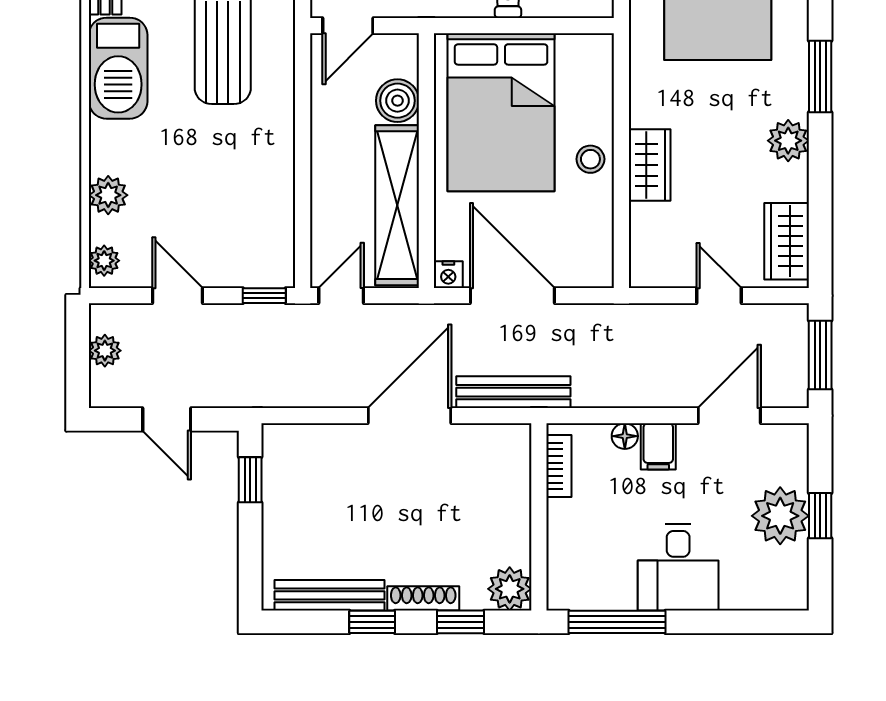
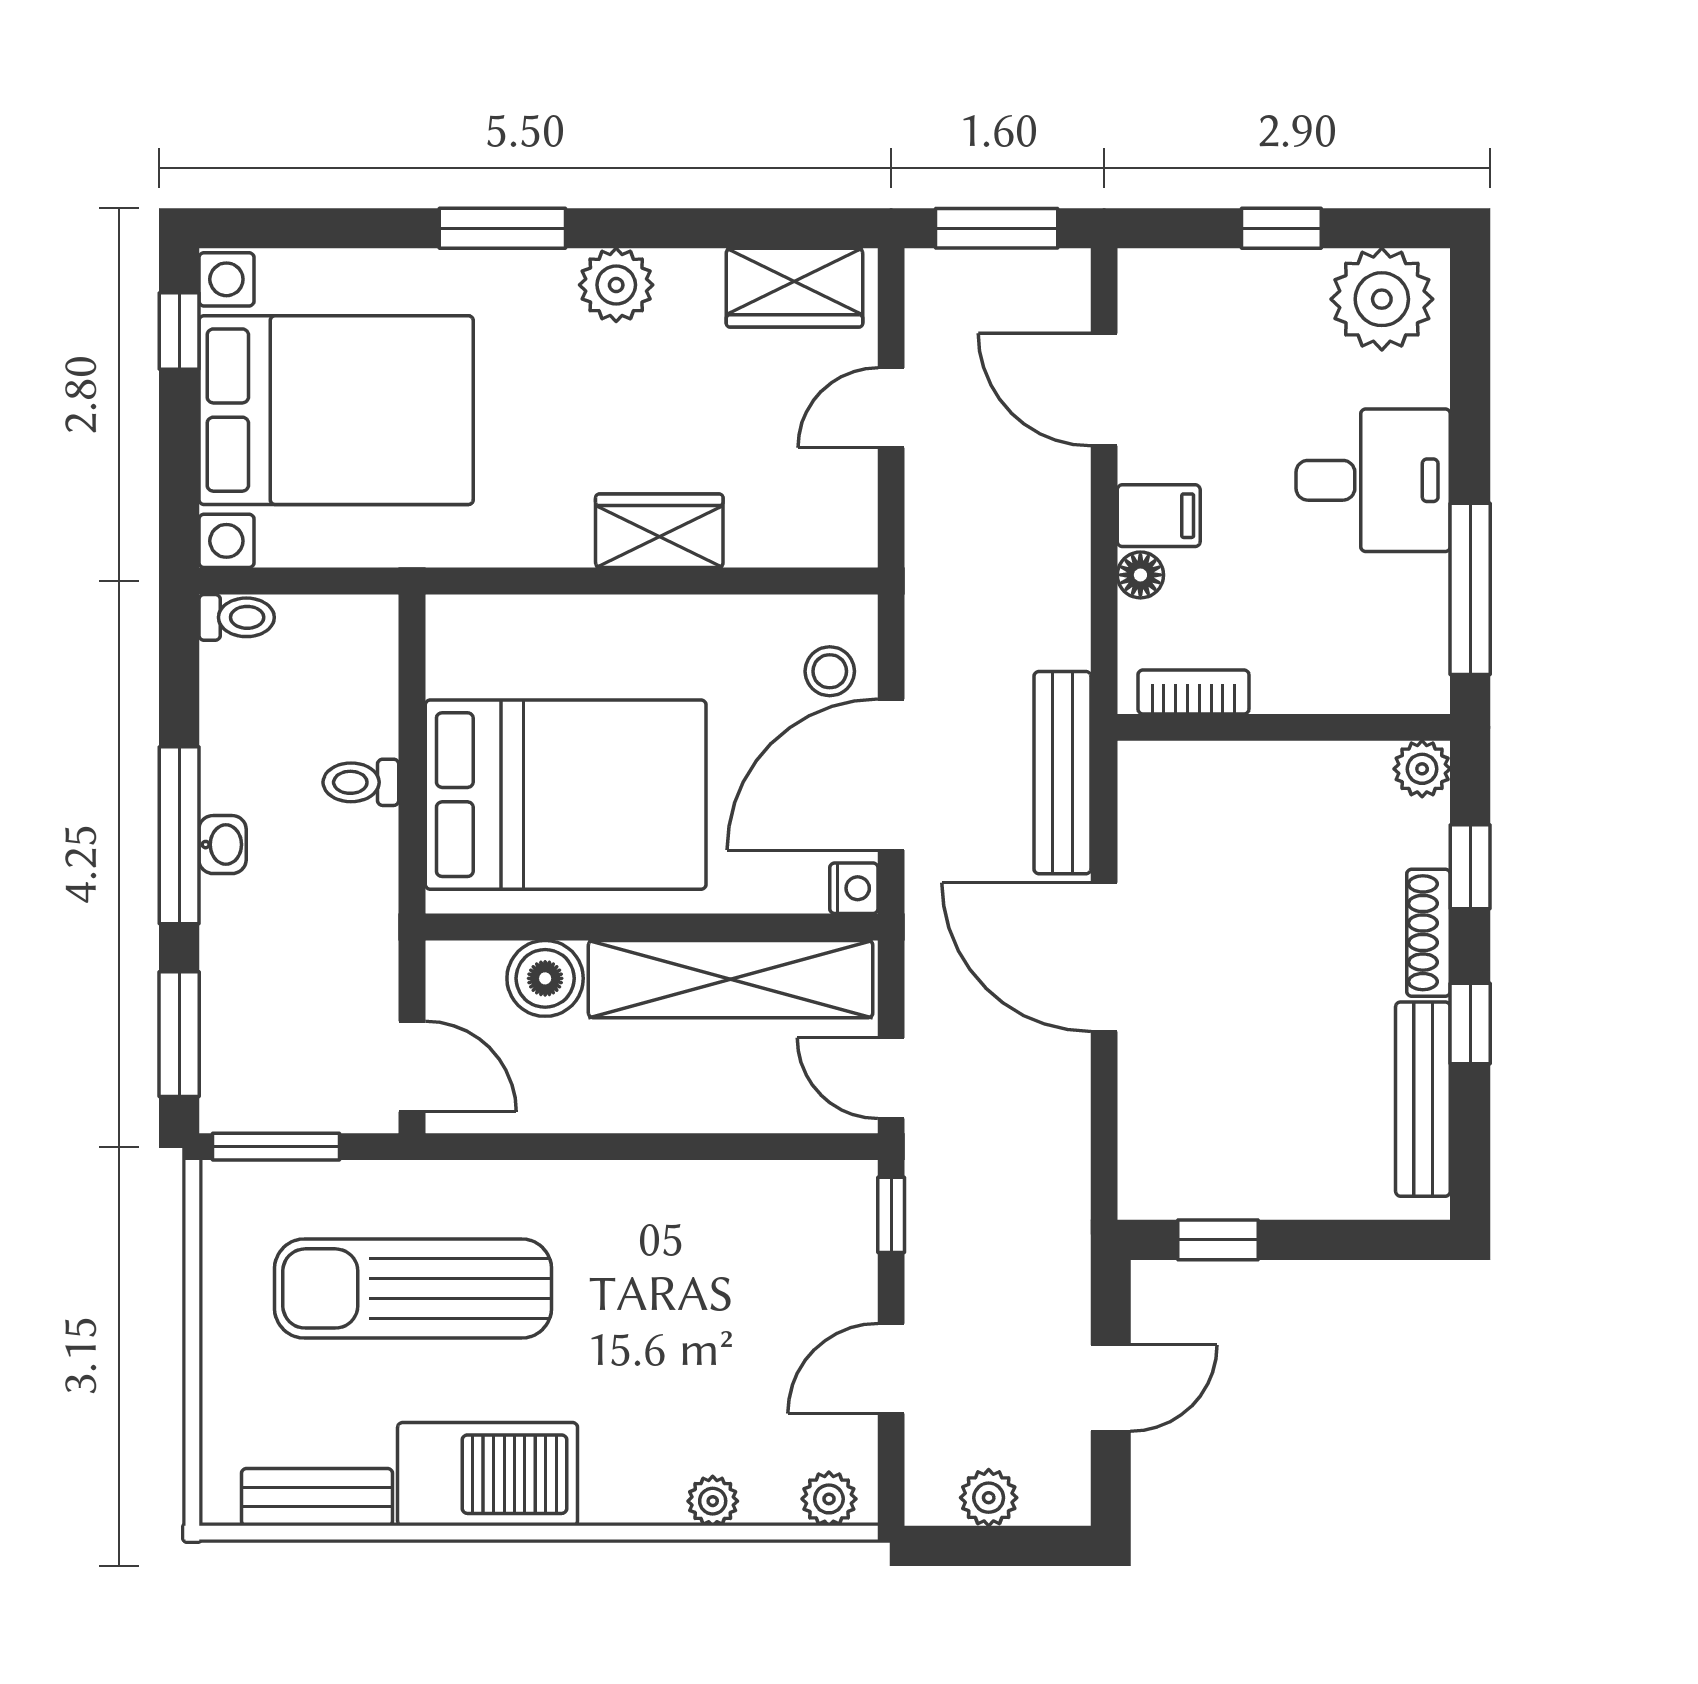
stool: (590, 159) -> (830, 671), moved
plant: (108, 195) -> (713, 1501), width x0.73, depth x0.73
plant: (780, 516) -> (1382, 299), moved
plant: (510, 589) -> (1422, 769), width x0.73, depth x0.73

